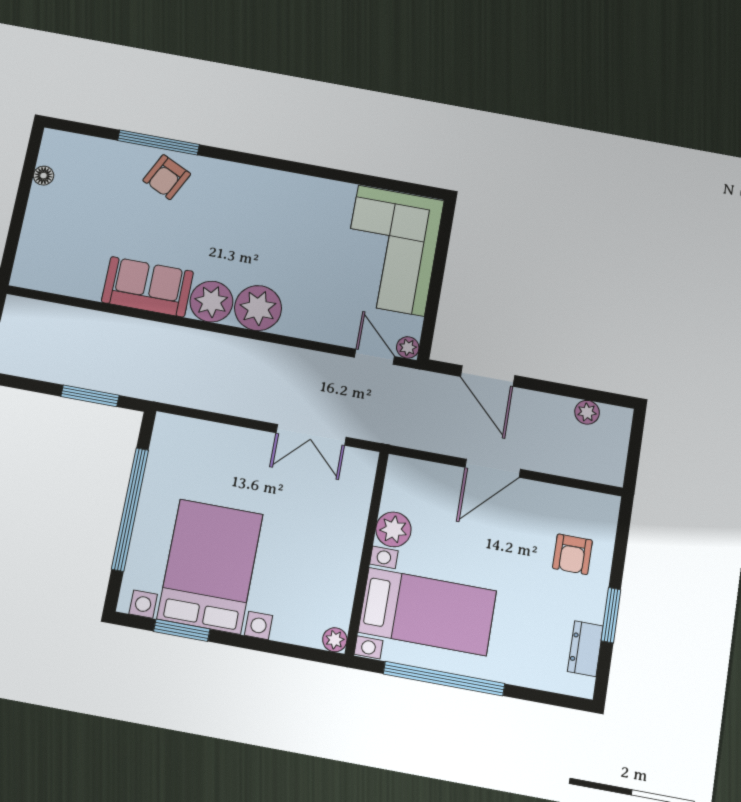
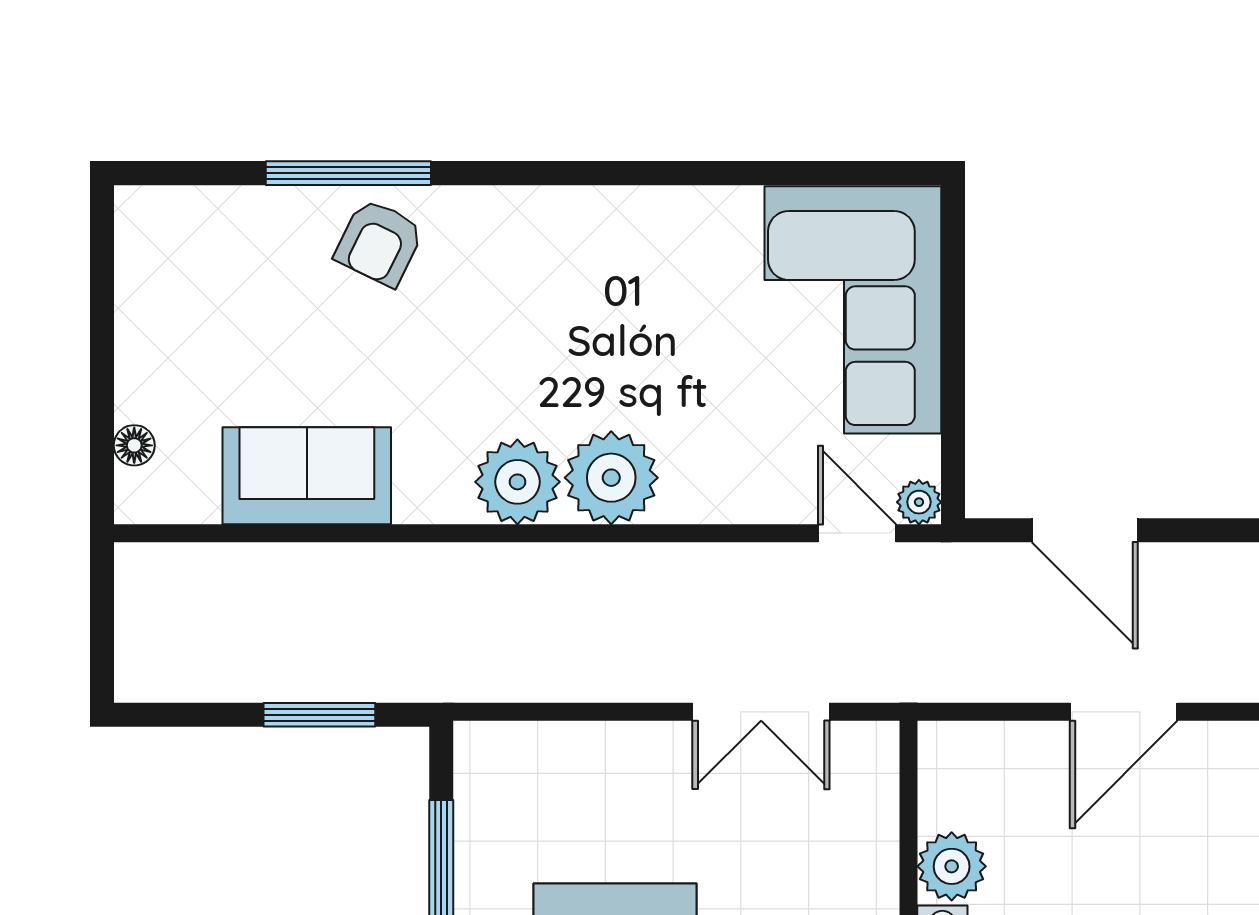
floor lamp: (44, 176) -> (134, 445), moved
sofa: (147, 287) -> (307, 476), moved

